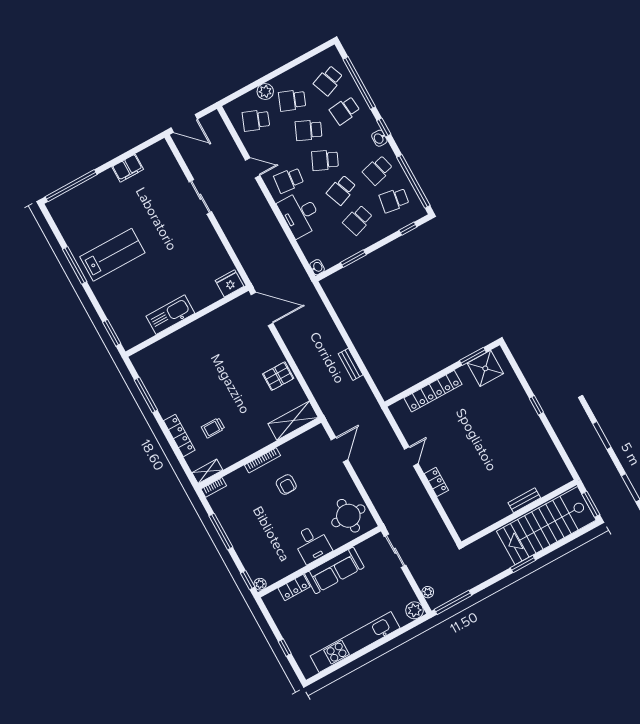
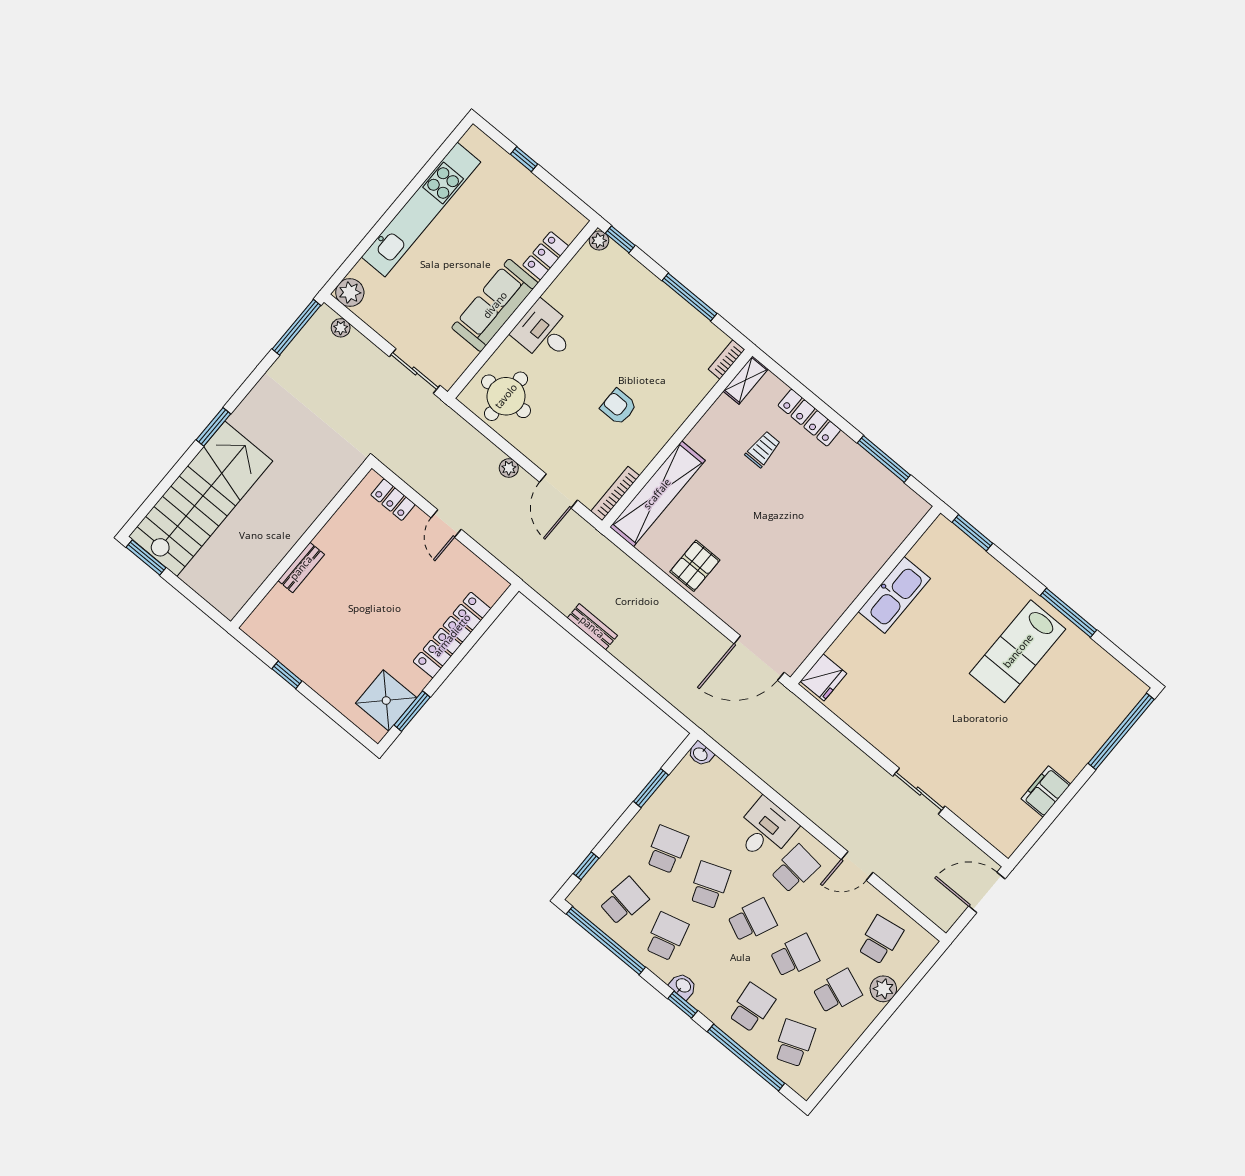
school desk: (256, 120) -> (880, 940), turned -30
desk: (300, 214) -> (765, 830), width x0.73
shelving: (293, 421) -> (657, 494), width x1.47
bookcase: (263, 460) -> (615, 493), moved
plant: (363, 474) -> (509, 468), added
bench: (524, 500) -> (301, 568), moved
wall: (519, 513) -> (301, 545), moved

